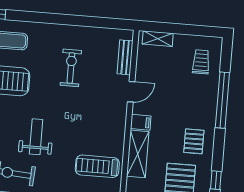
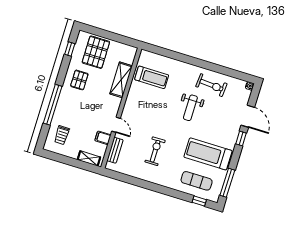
exercise bike: (71, 68) -> (155, 151), turned 180
door: (131, 92) -> (116, 125), swing flipped
filing cabinet: (141, 122) -> (103, 138), moved

